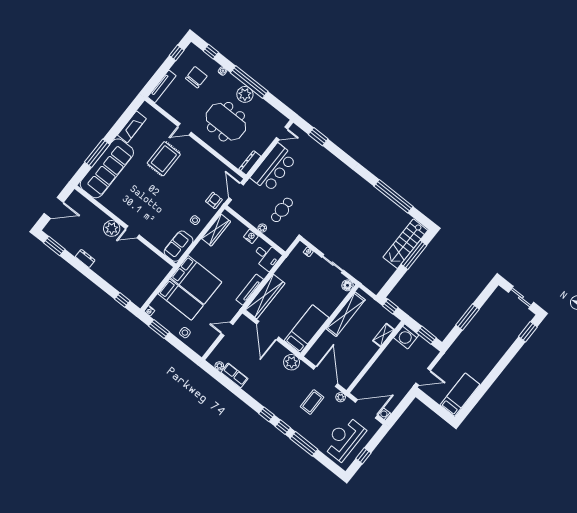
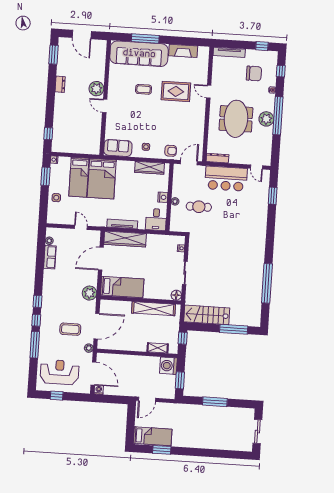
coffee table: (142, 187) -> (144, 89), added
stairs: (405, 244) -> (207, 315), moved
window: (528, 332) -> (162, 450), moved
door: (423, 377) -> (147, 399), hinge flipped

